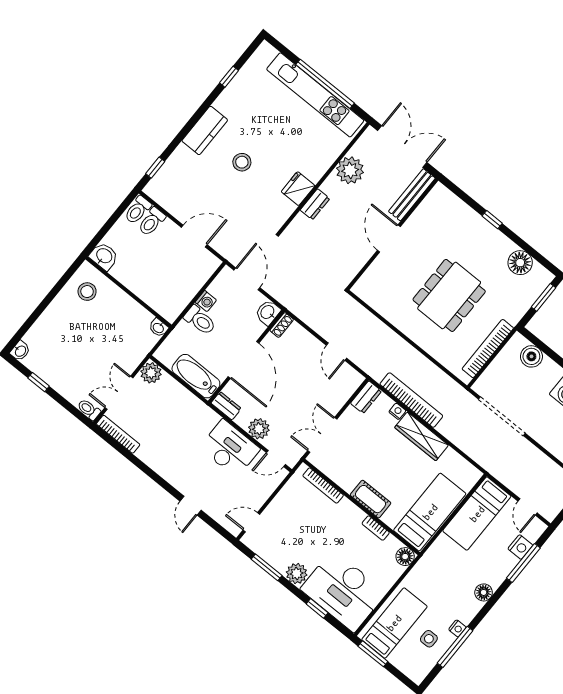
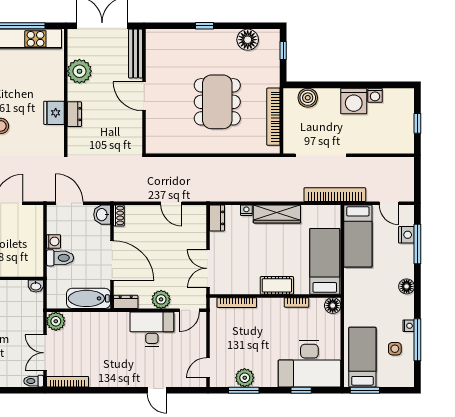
window: (544, 297) -> (283, 51), width x0.67
bookcase: (411, 400) -> (335, 195), moved
plant: (297, 574) -> (245, 378), moved

